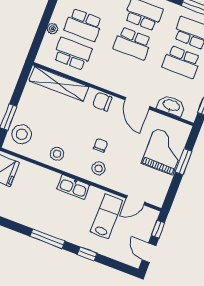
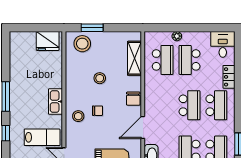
school desk: (132, 43) -> (189, 105), turned 180
shelving: (59, 84) -> (134, 58), width x0.68
chair: (102, 102) -> (133, 99), turned 180
stool: (57, 154) -> (100, 78), moved

